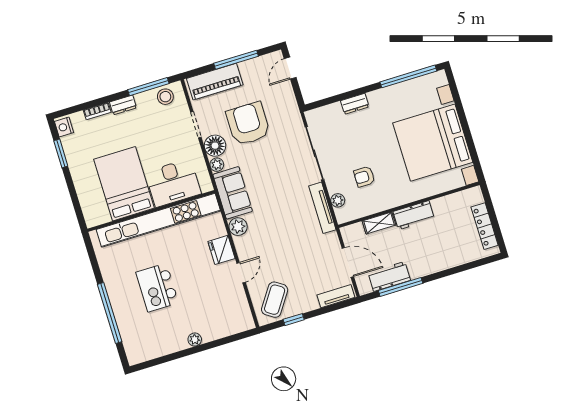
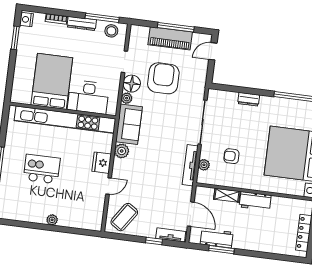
piano: (215, 82) -> (170, 38), moved
dresser: (123, 105) -> (82, 23), width x1.44
window: (401, 287) -> (221, 250), width x0.69
kitchen island: (157, 288) -> (42, 169), turned 90
window: (294, 320) -> (154, 241), moved

